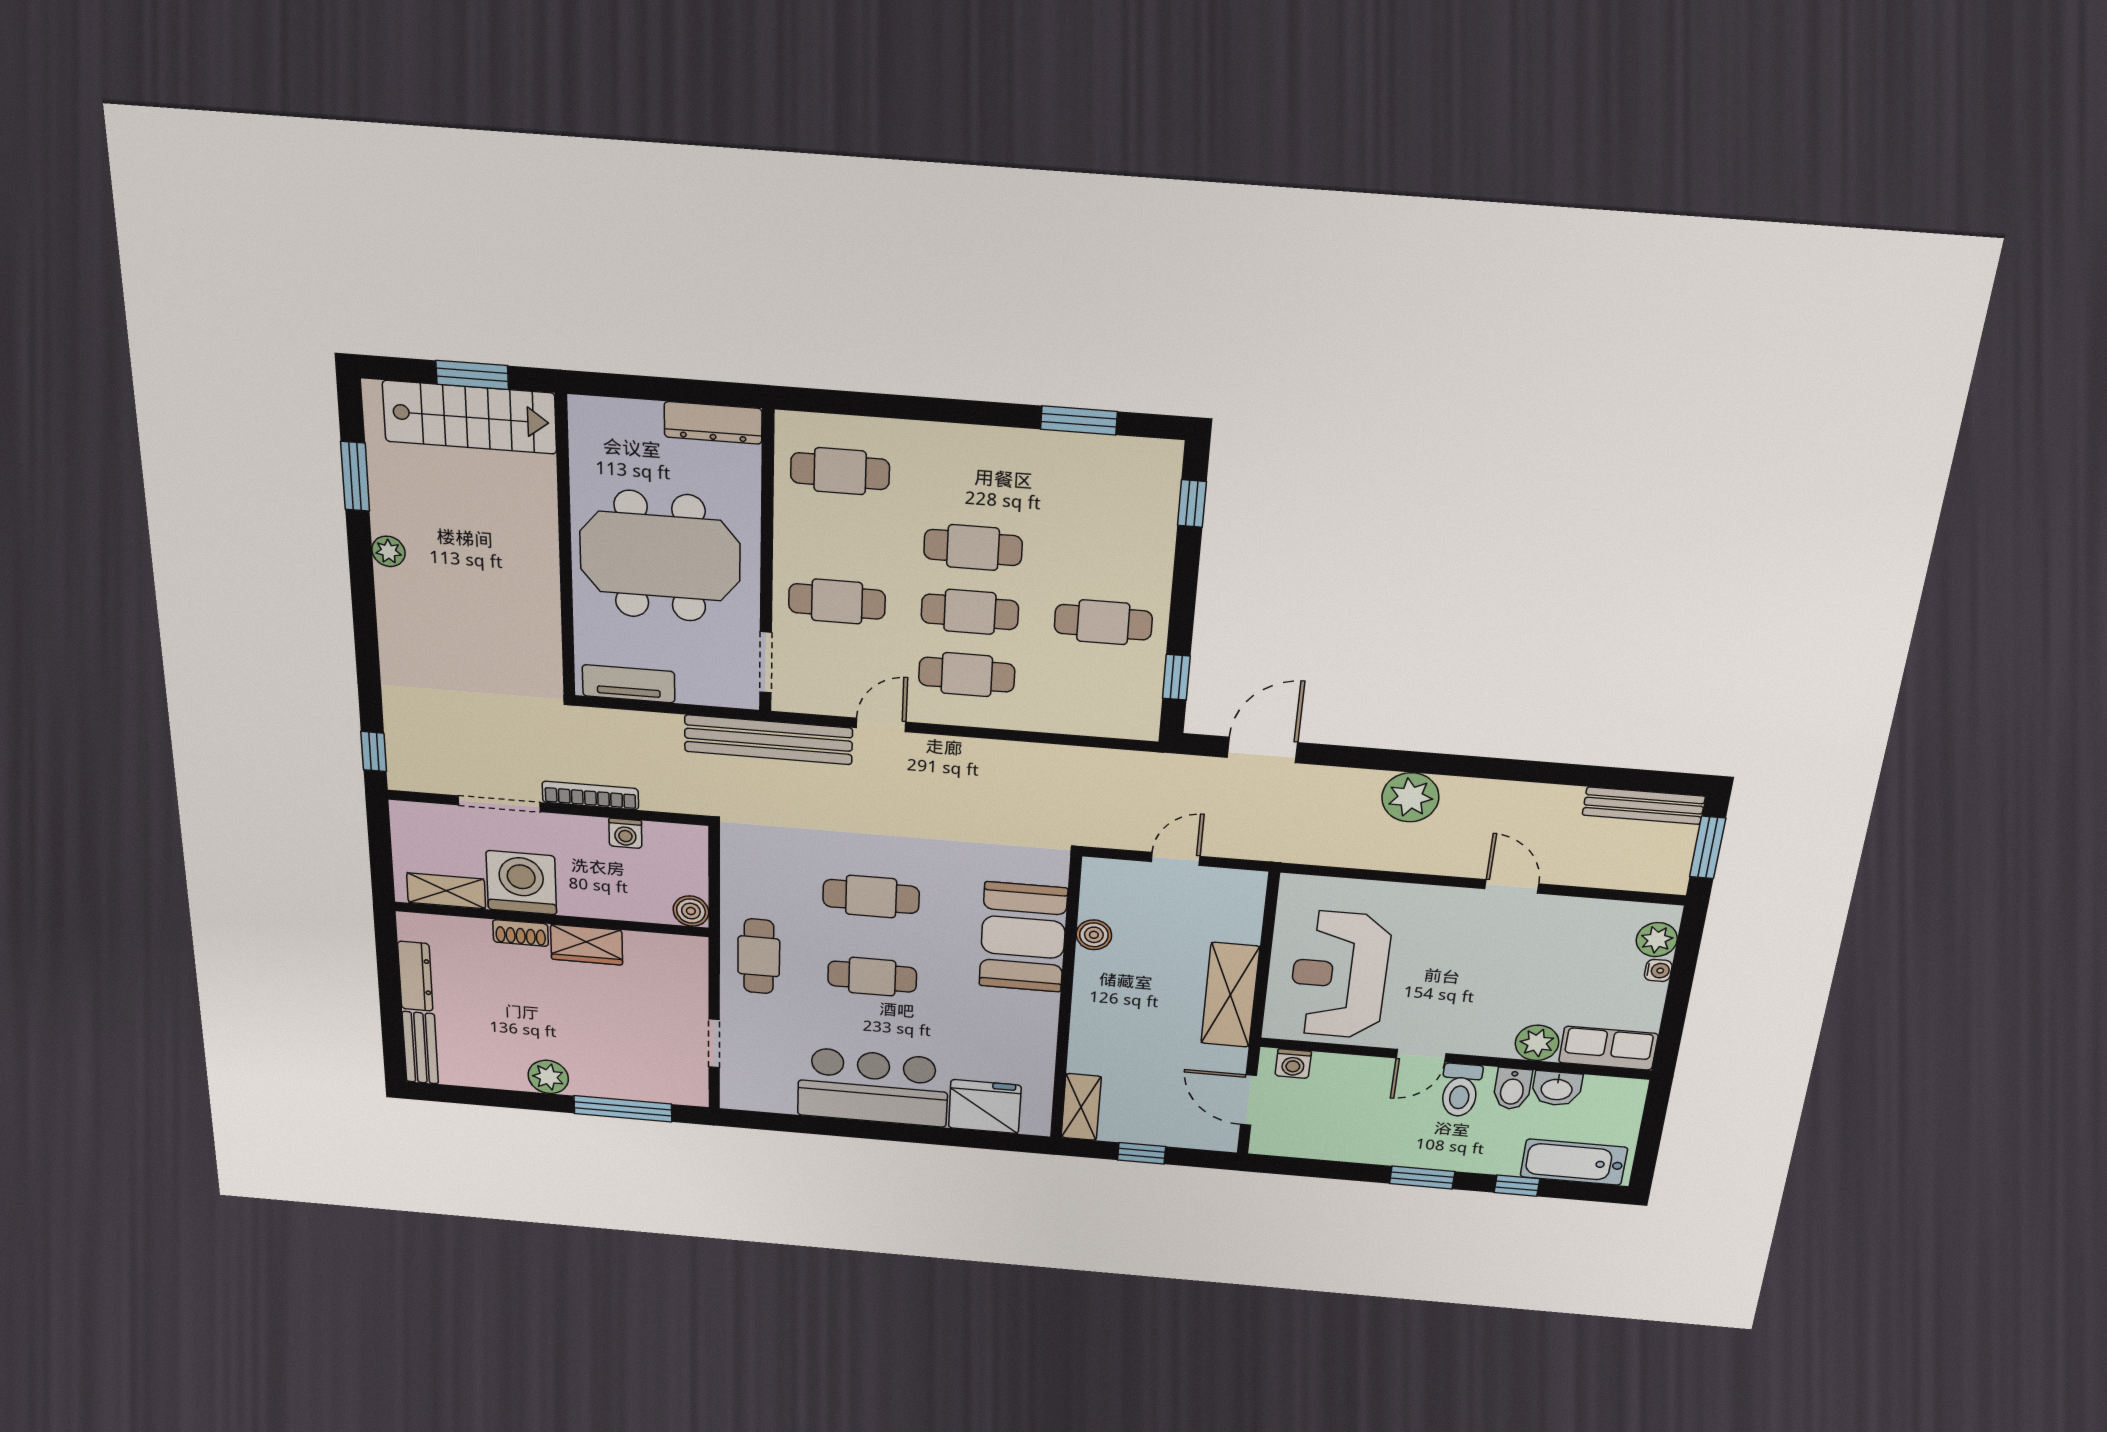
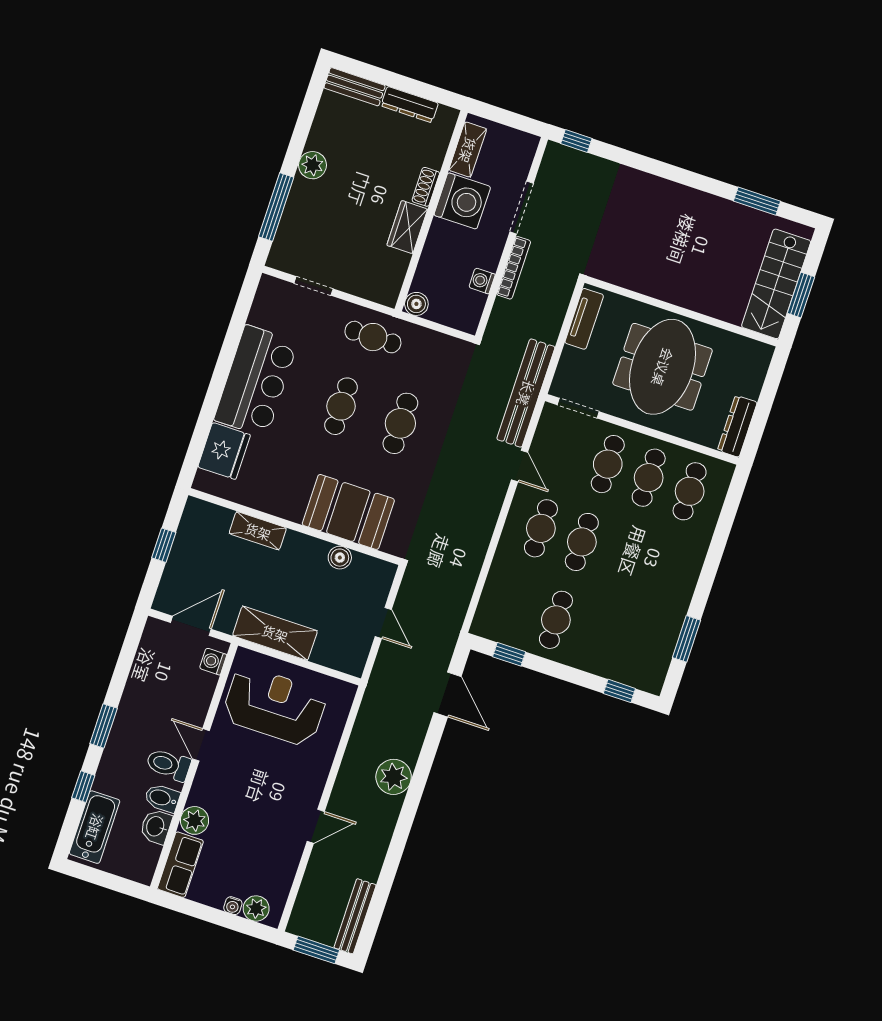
cafe table: (973, 547) -> (649, 478), moved
plant: (388, 551) -> (706, 203), removed
shelving: (1081, 1107) -> (258, 531), moved

